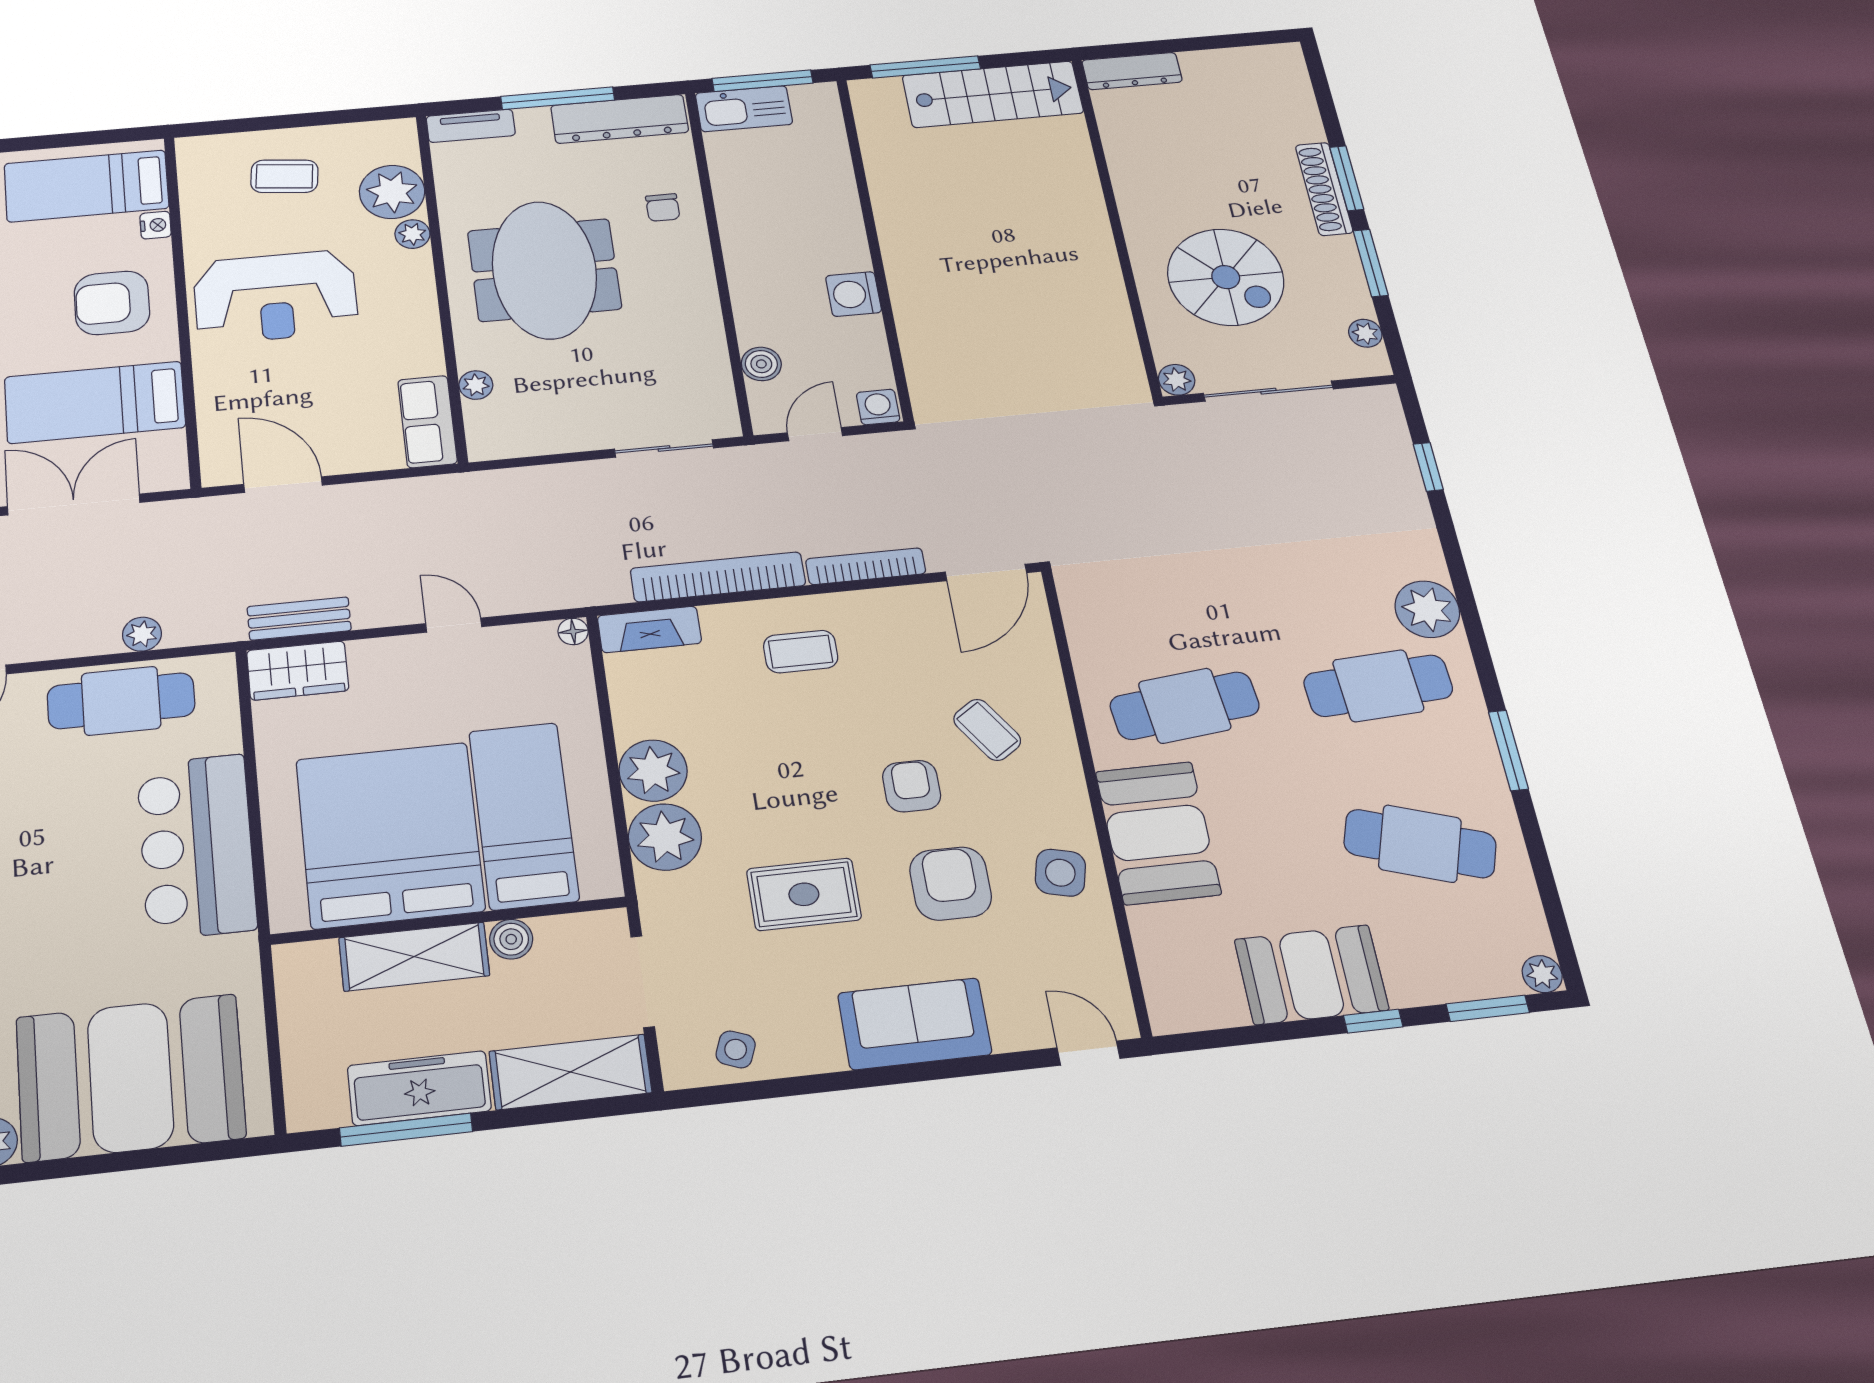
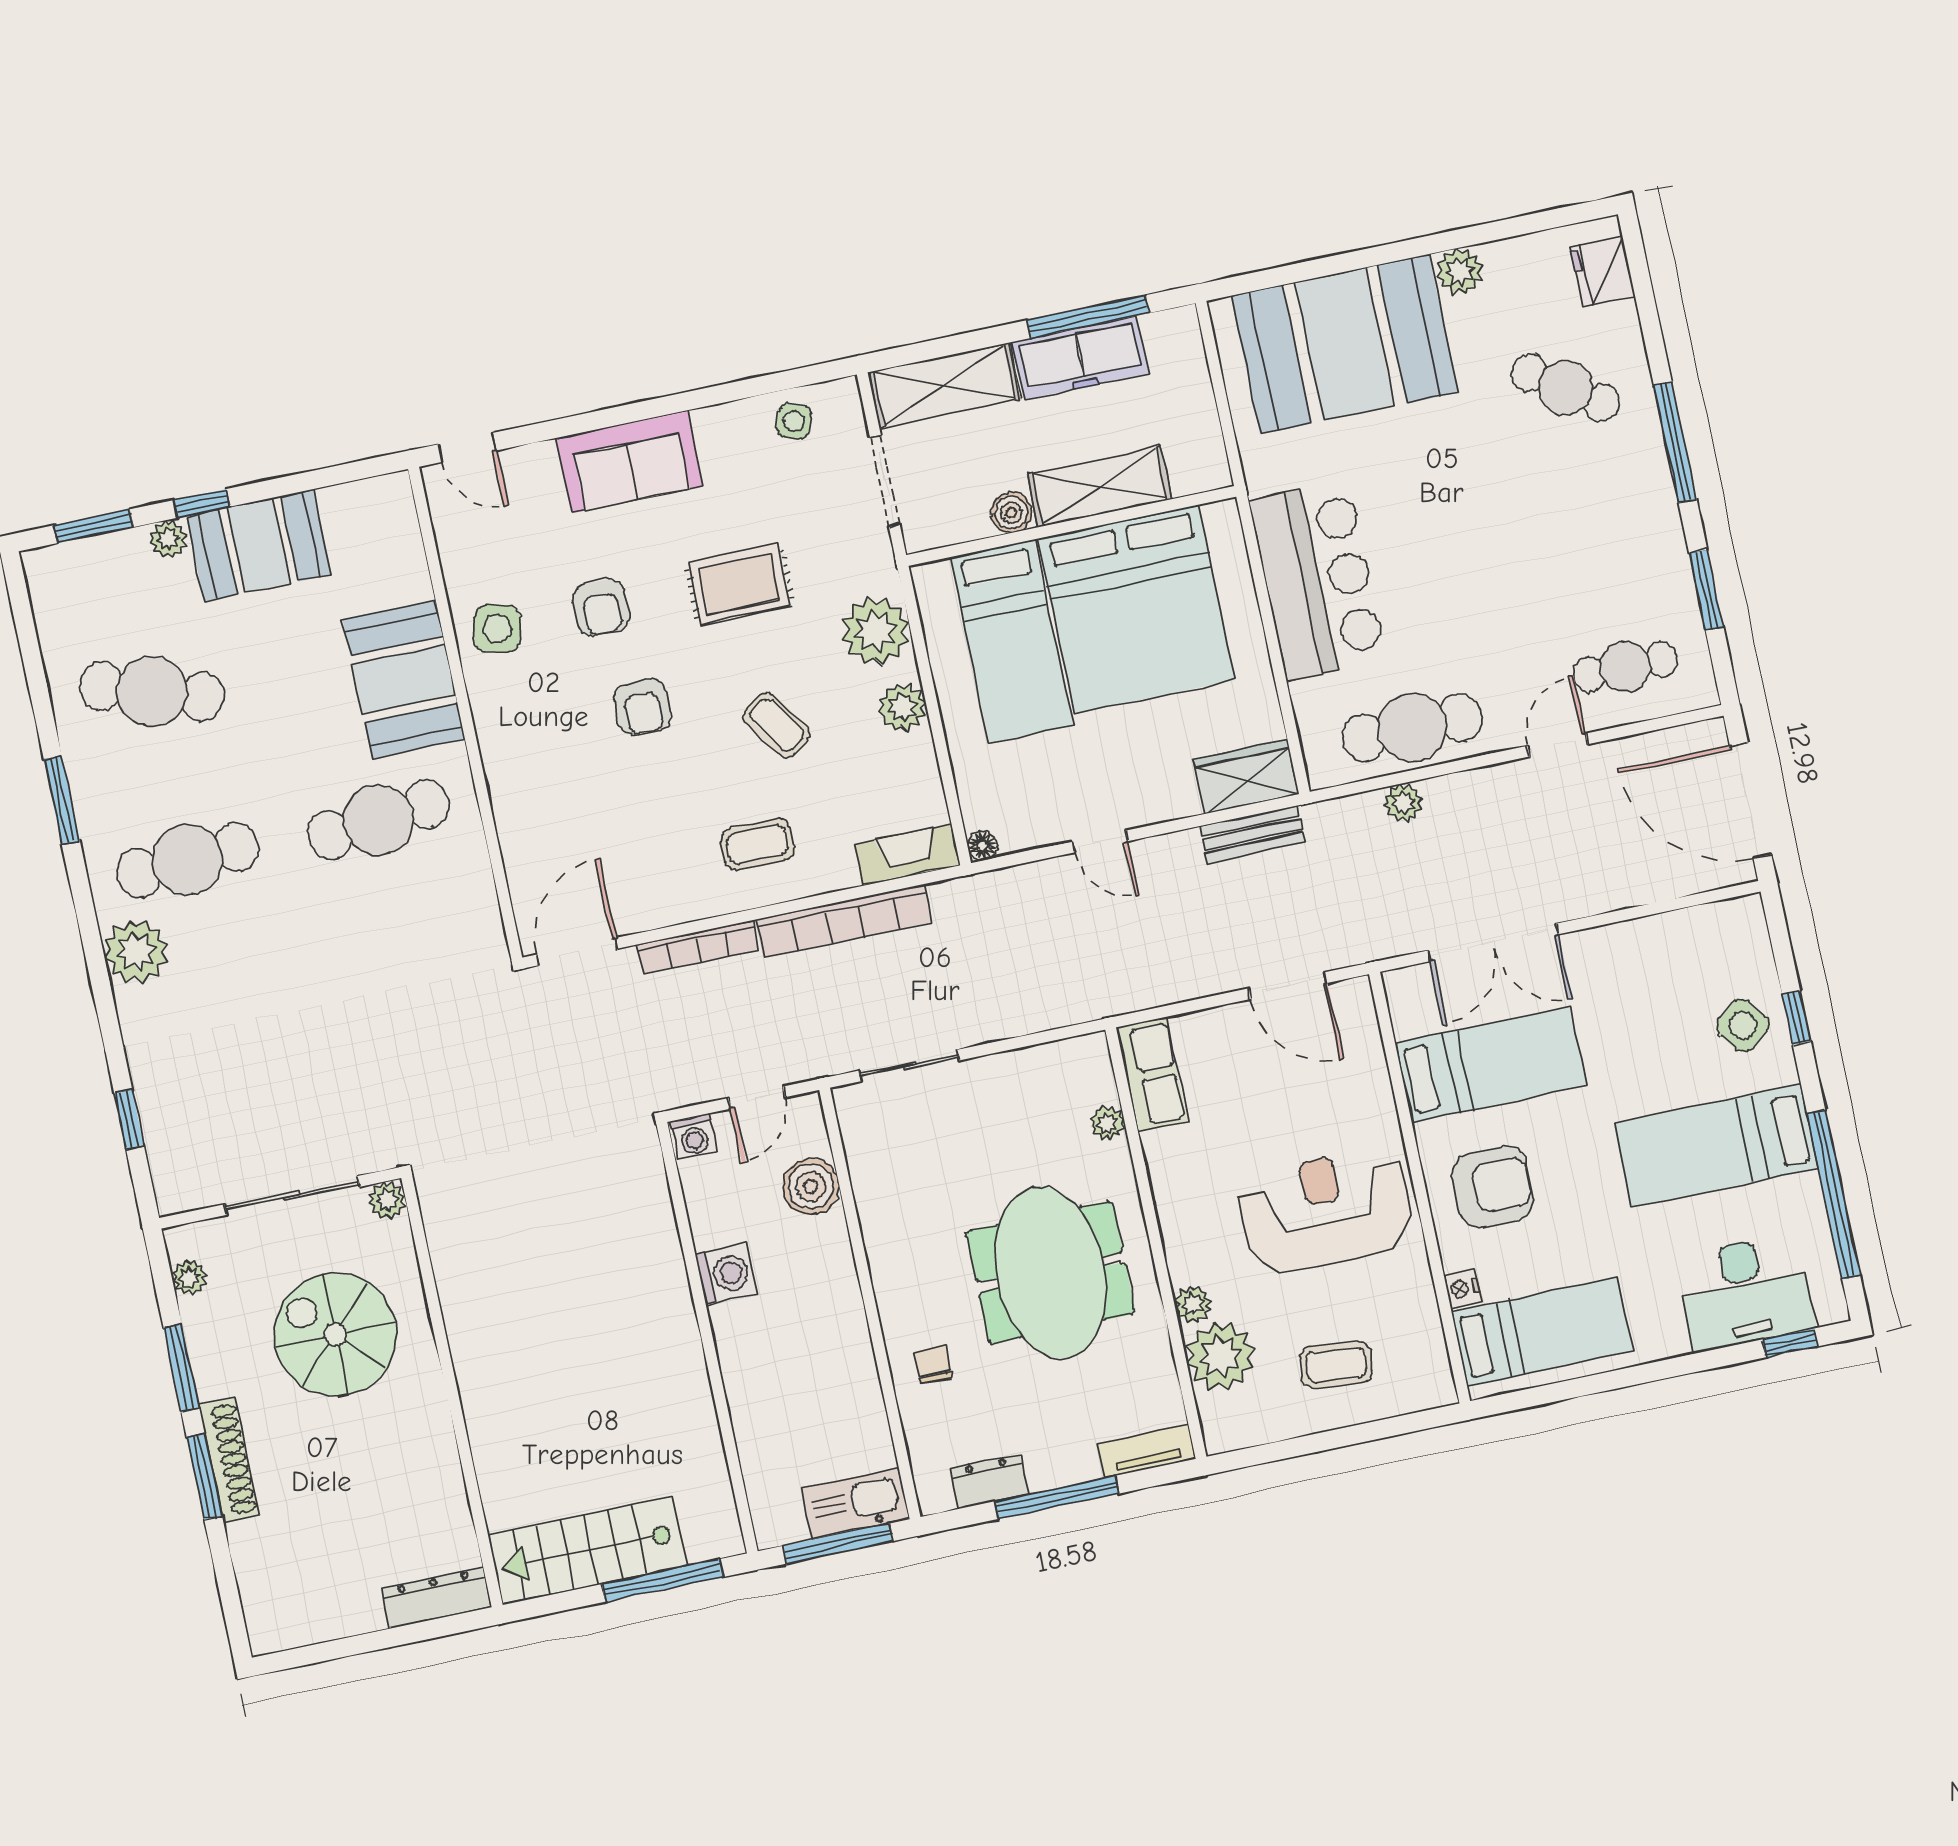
dresser: (620, 119) -> (989, 1481), width x0.51, depth x0.80
boiler: (761, 364) -> (811, 1186), width x1.36, depth x1.36
coffee table: (987, 730) -> (777, 725), moved
plant: (653, 771) -> (902, 707), width x0.73, depth x0.73
armchair: (951, 884) -> (601, 608), width x0.72, depth x0.72
plant: (1542, 974) -> (168, 539), moved

